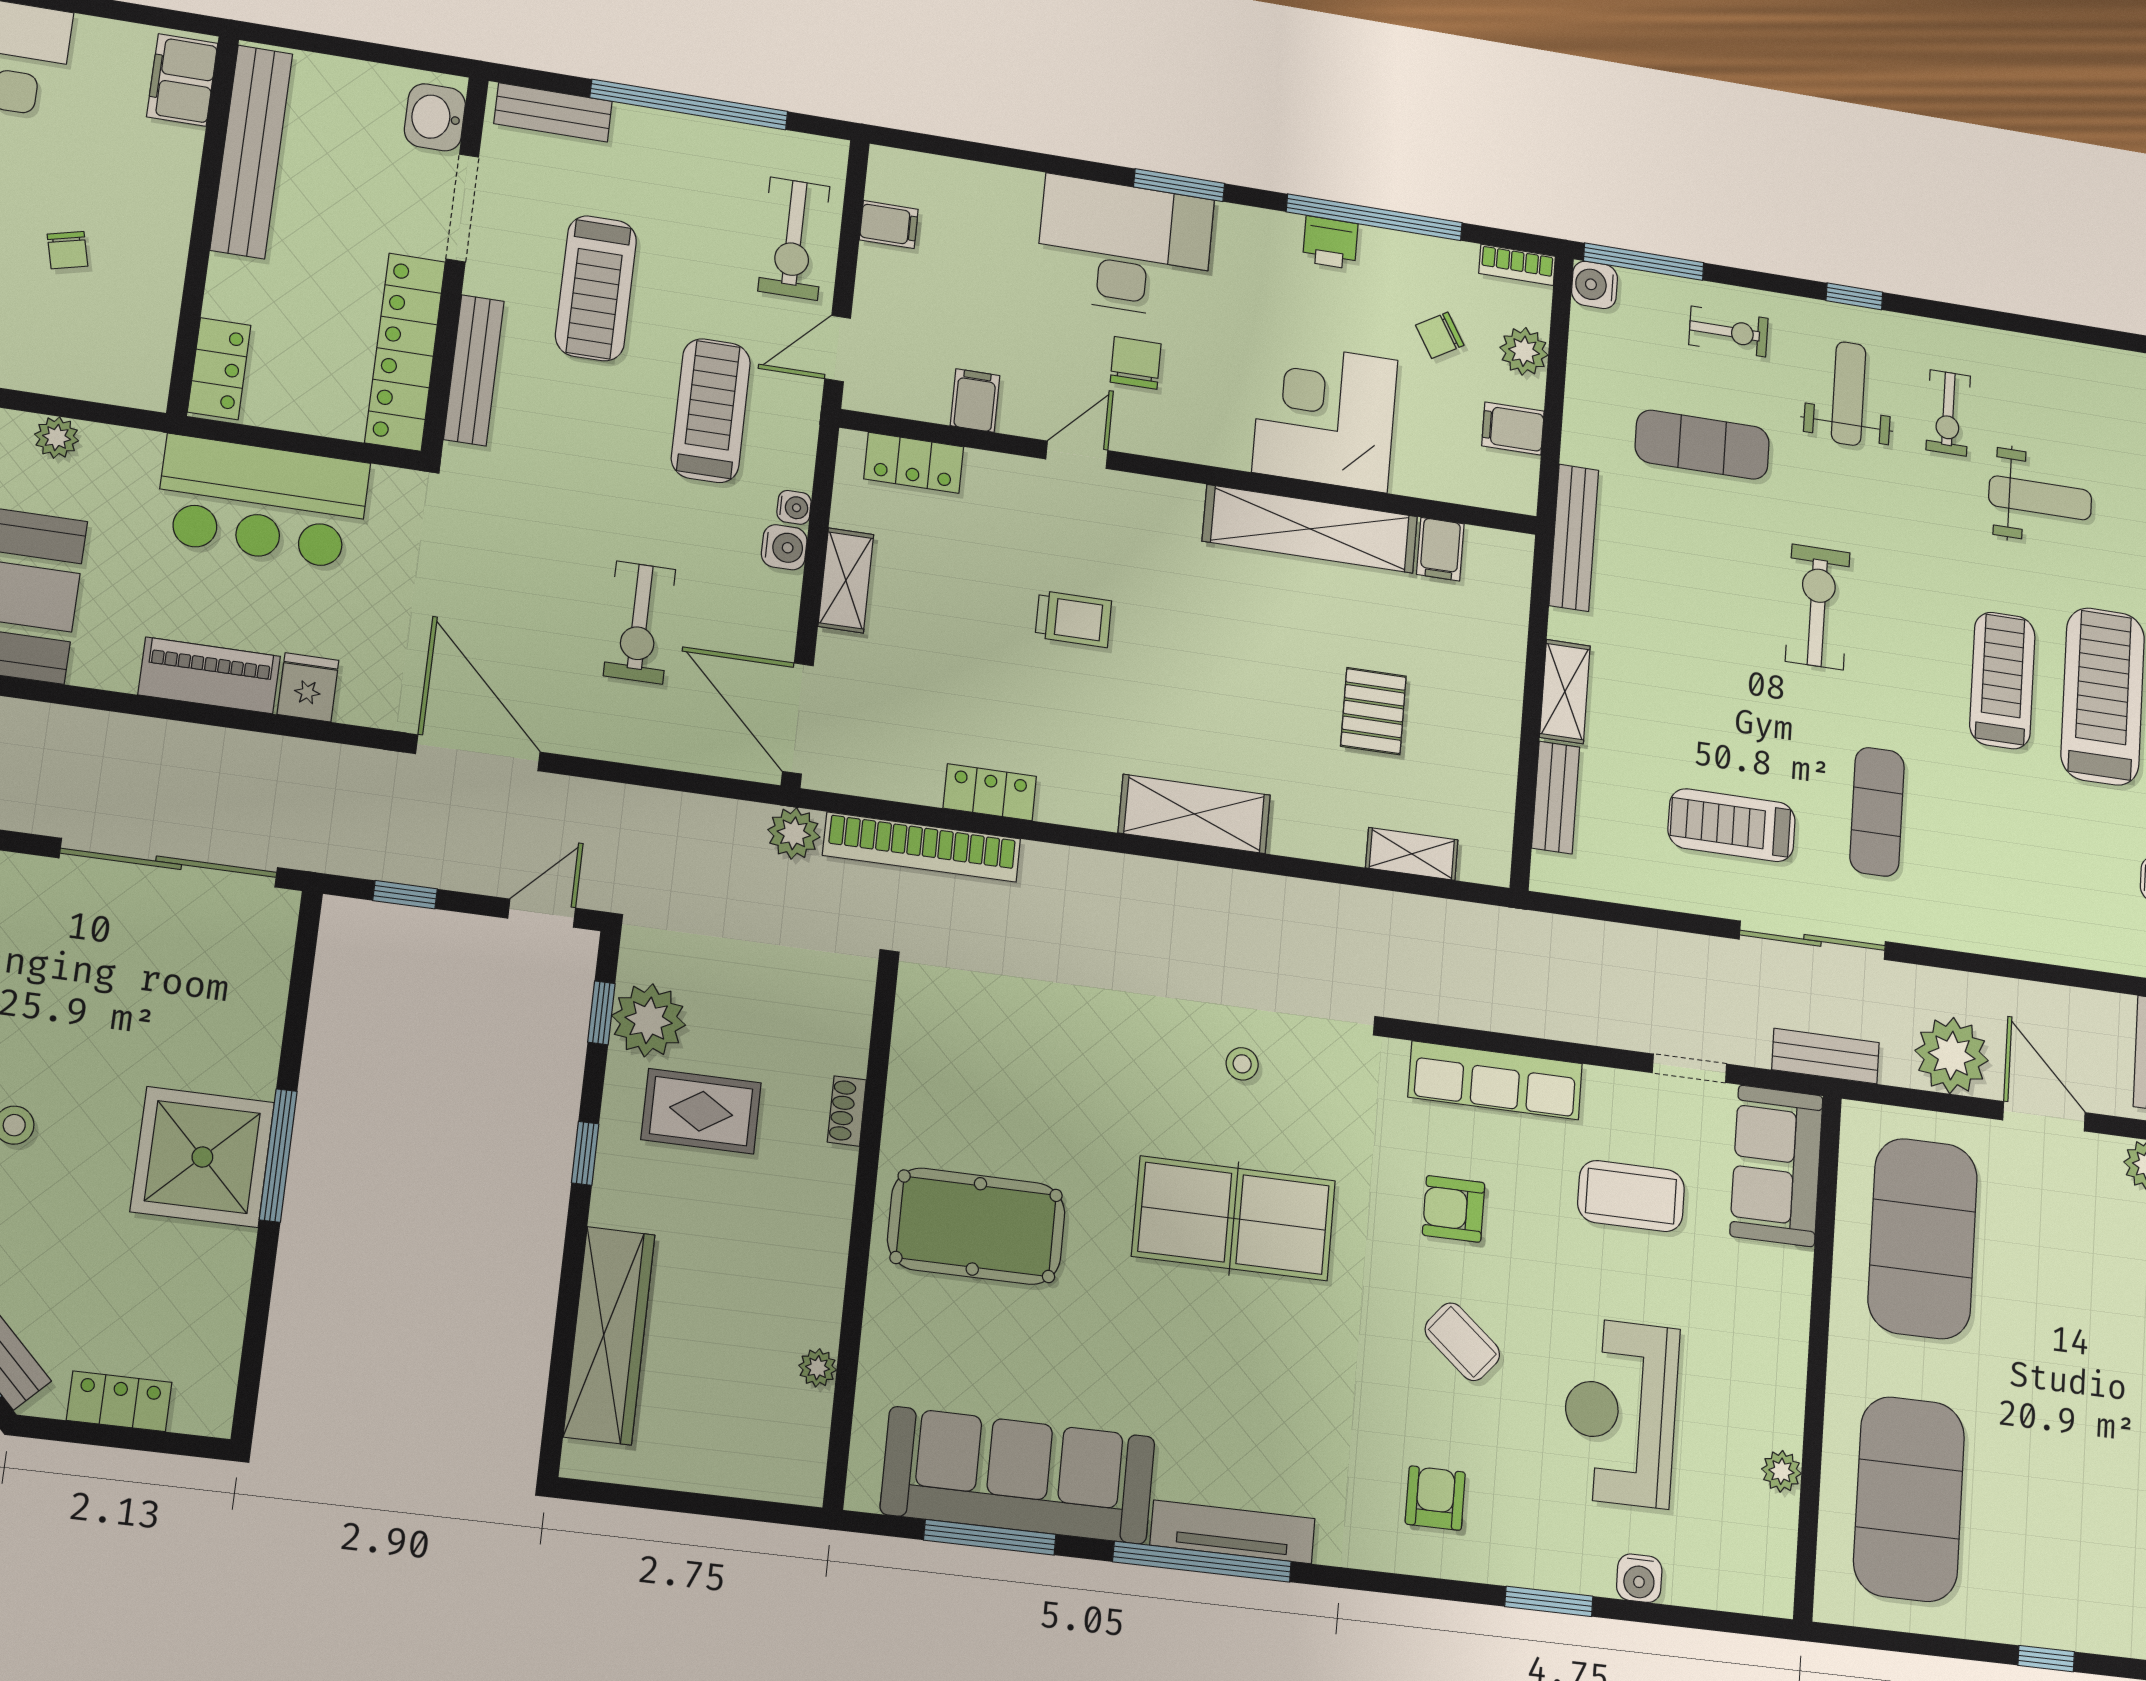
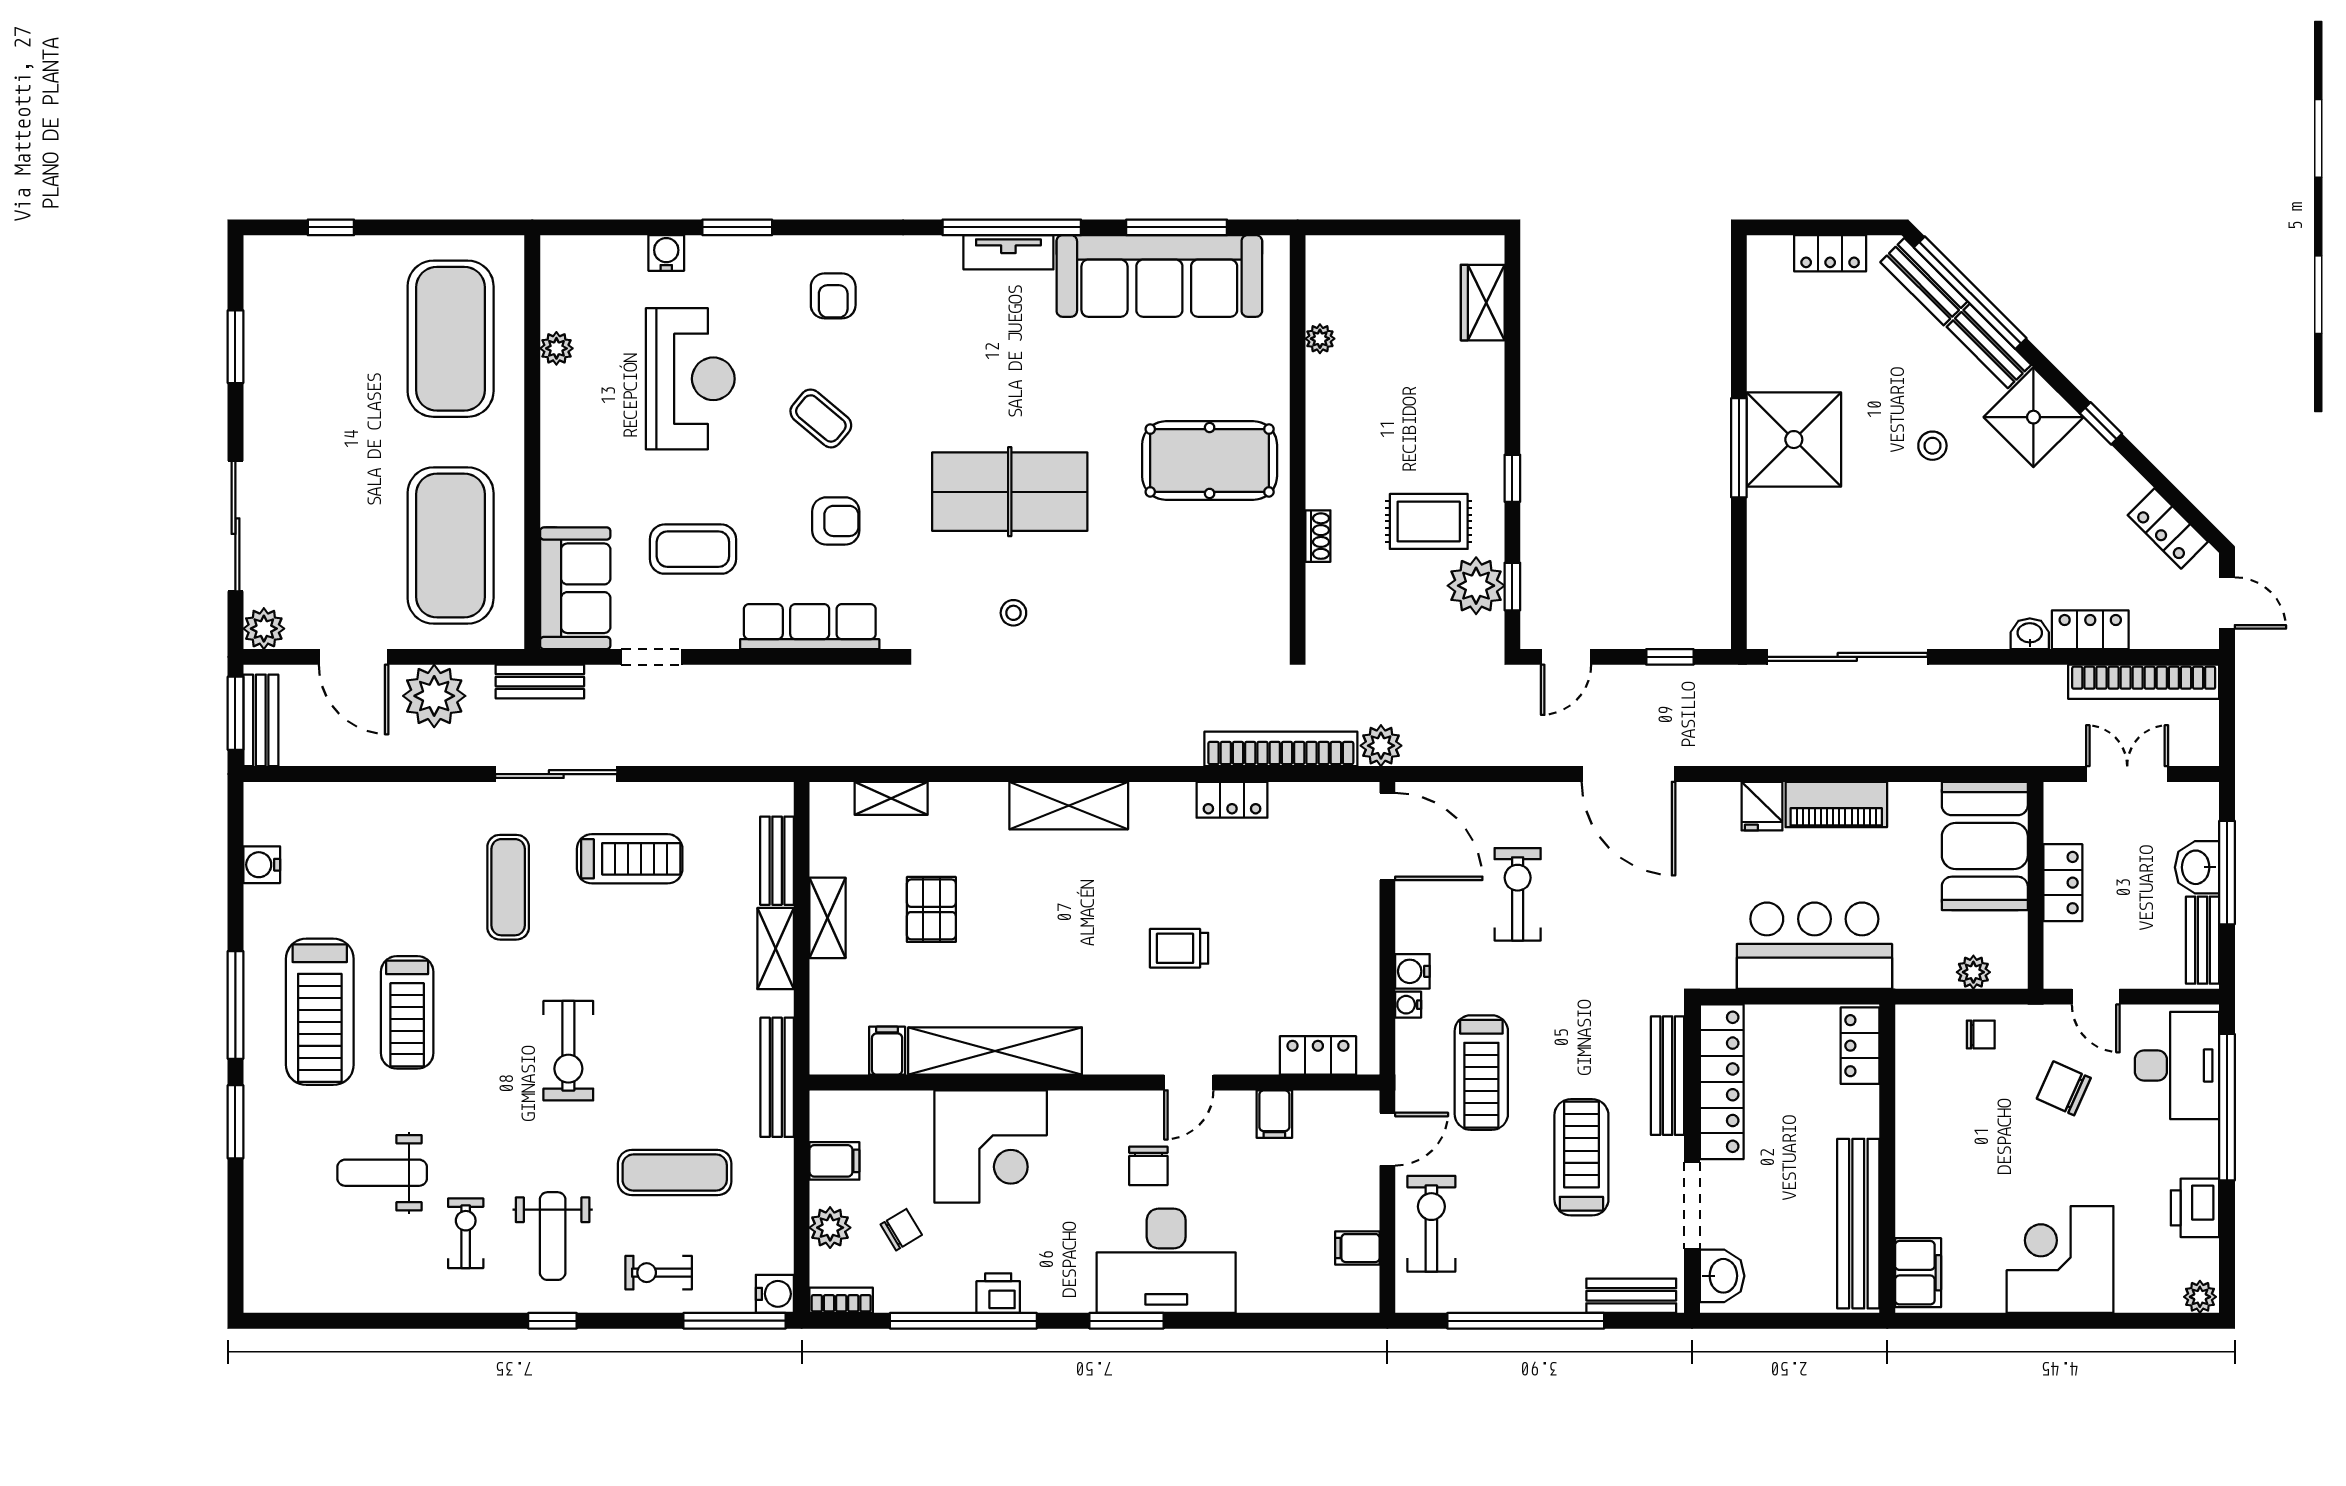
chair: (68, 250) -> (1981, 1035), moved, turned 104
shelving: (846, 580) -> (828, 918), moved
wardrobe: (609, 1335) -> (1483, 303), width x0.48, depth x0.85
tv unit: (1233, 1532) -> (1008, 252), width x0.71

